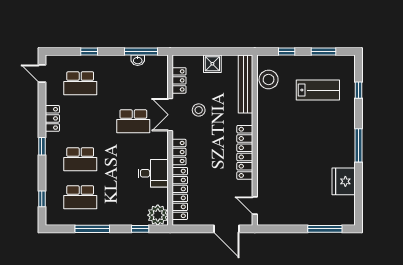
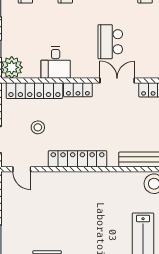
stool: (199, 110) -> (38, 127), moved
door: (255, 205) -> (22, 169), swing flipped

